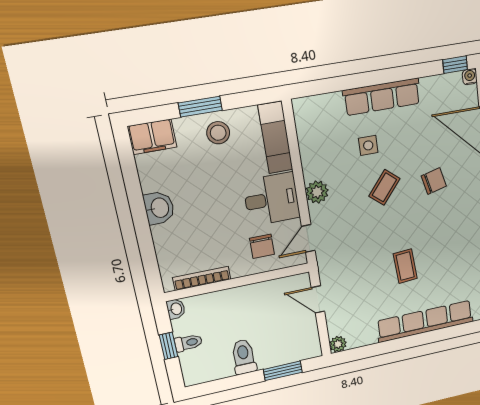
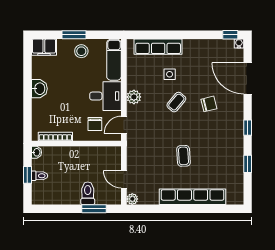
row of seats: (382, 97) -> (158, 47), moved
door: (318, 299) -> (124, 179), moved
toilet: (244, 357) -> (88, 193), moved

